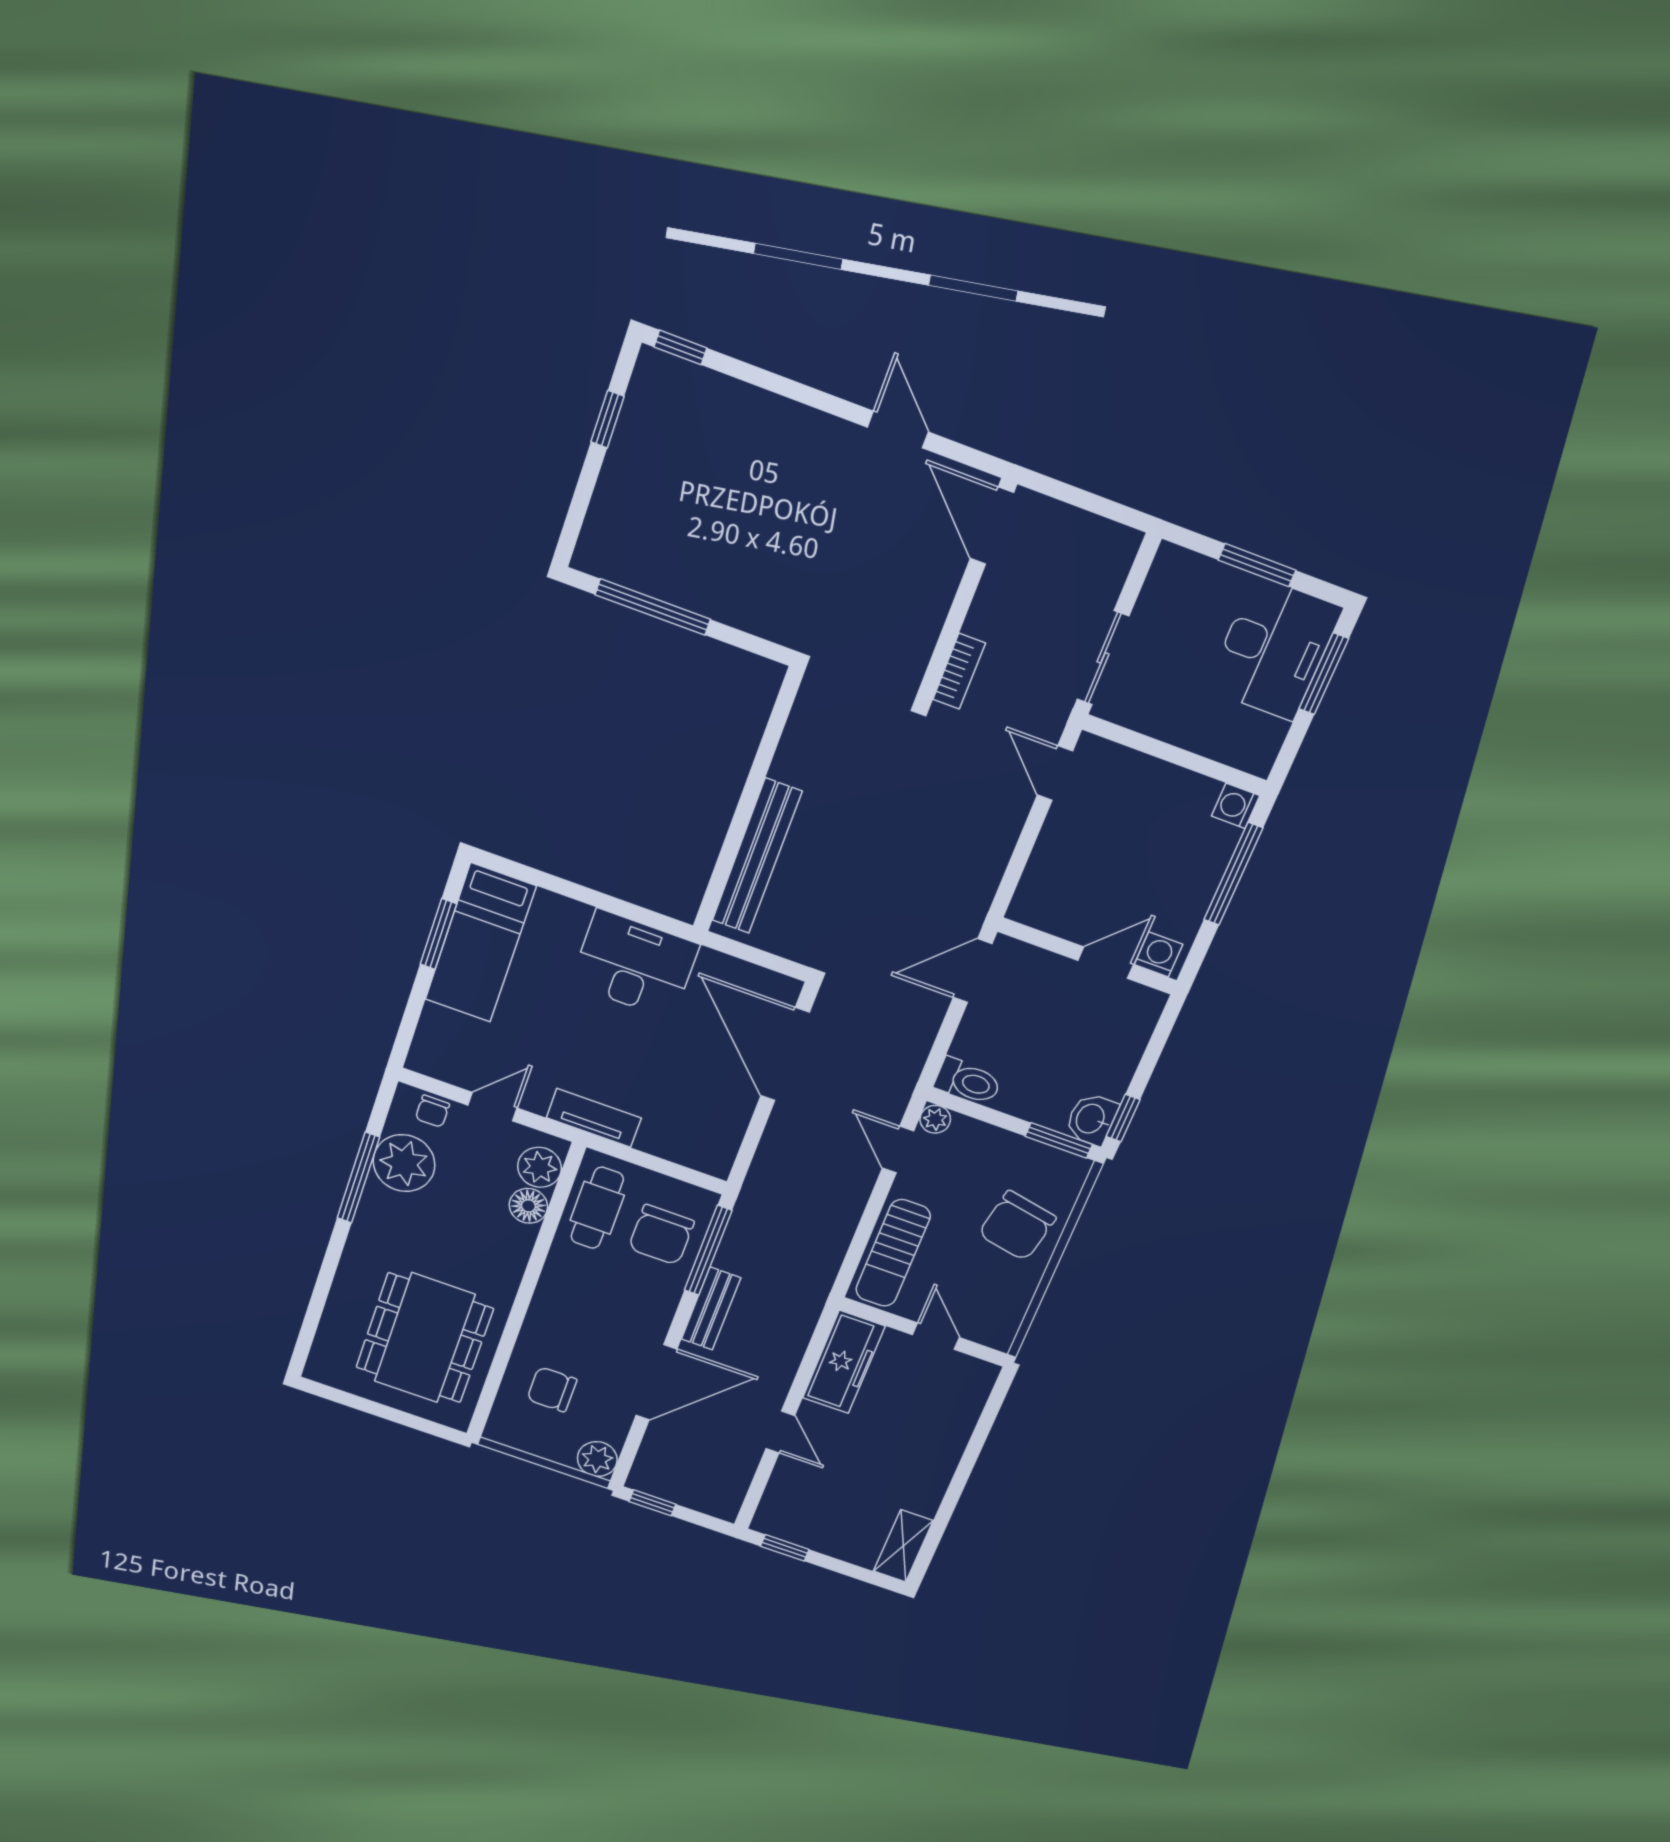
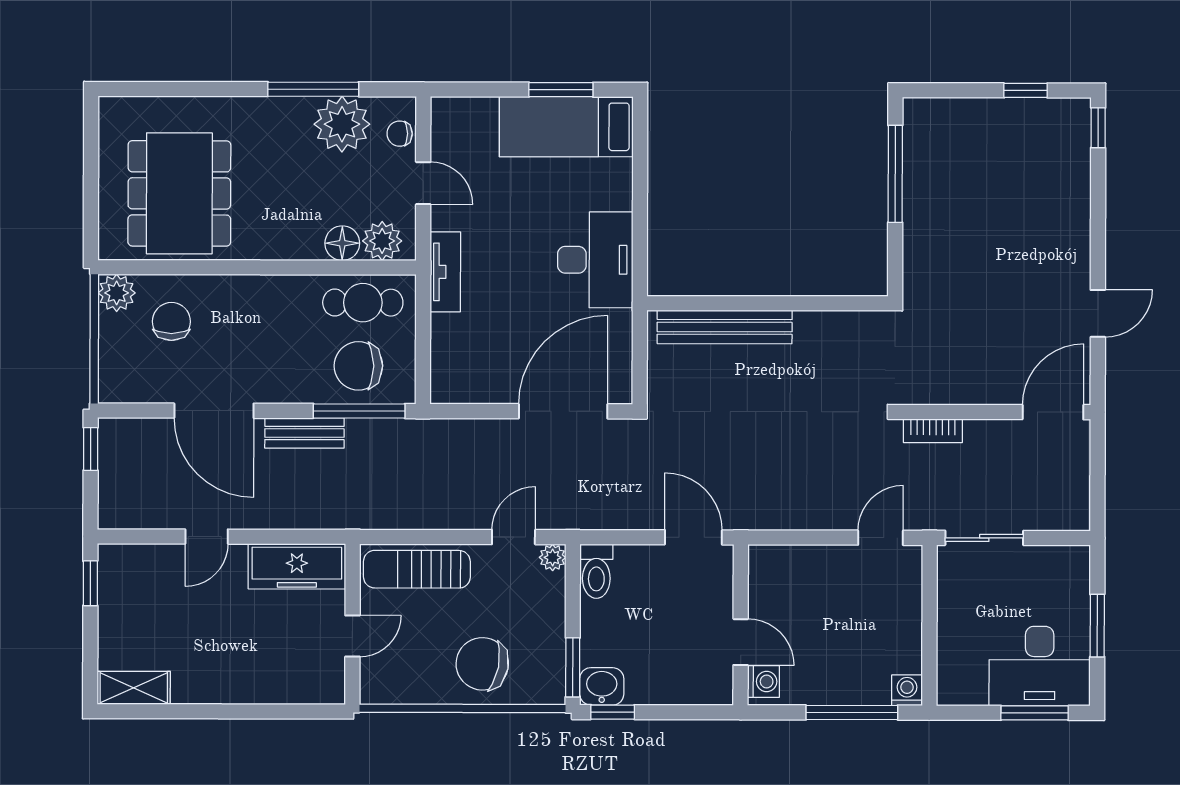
dining table: (425, 1338) -> (179, 193), turned 90
plant: (597, 1459) -> (117, 293), moved

